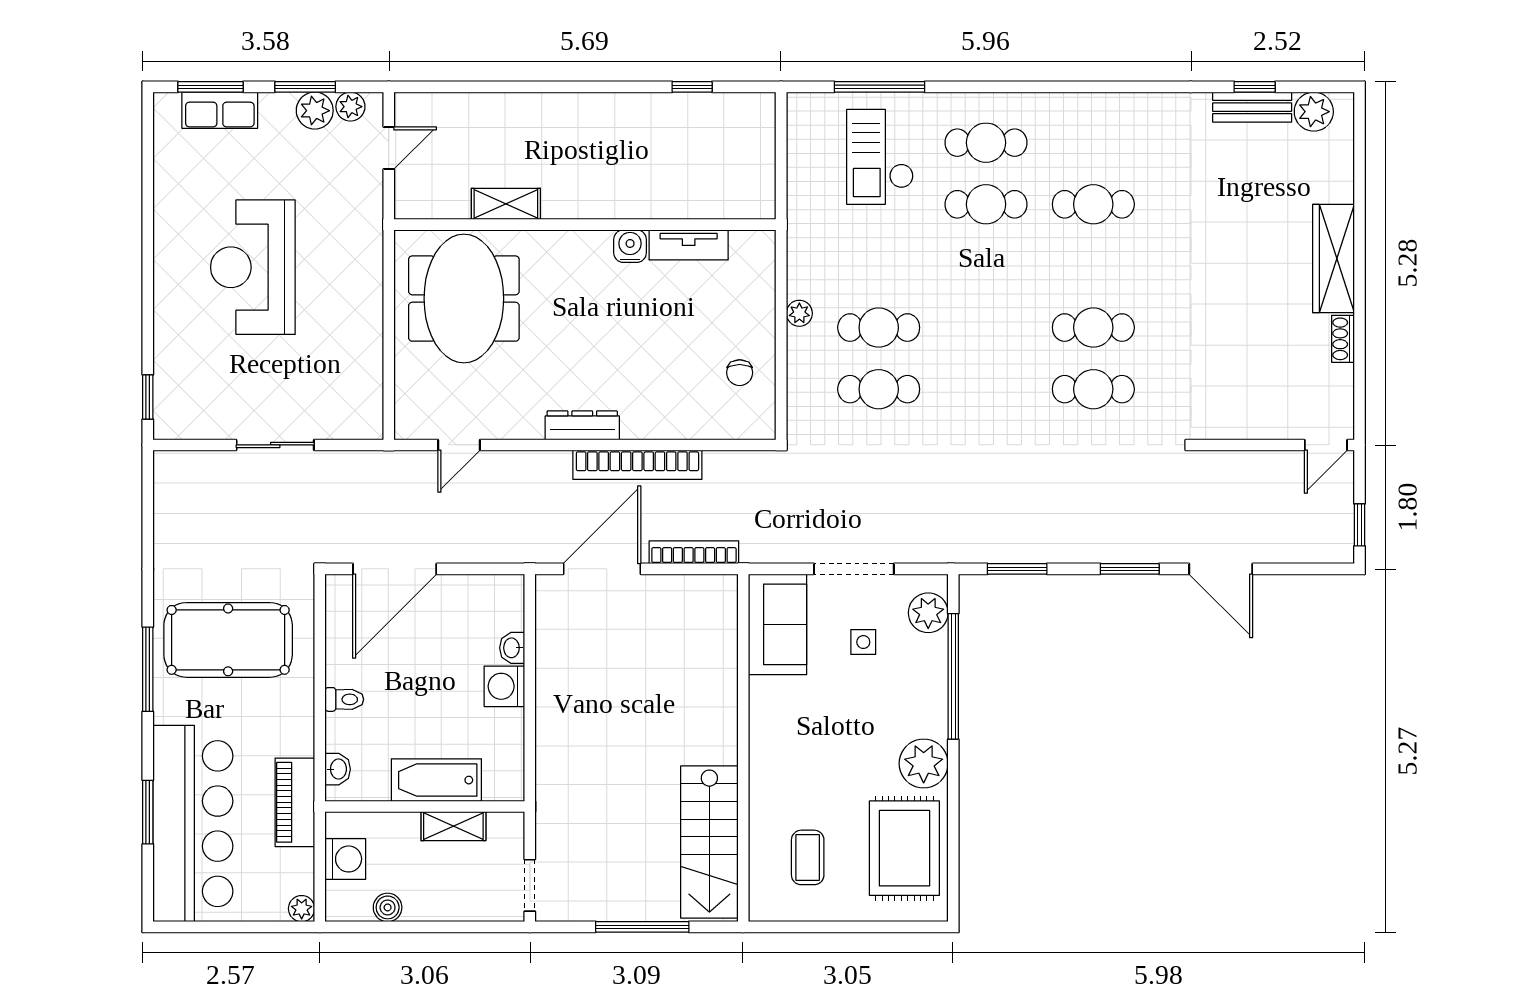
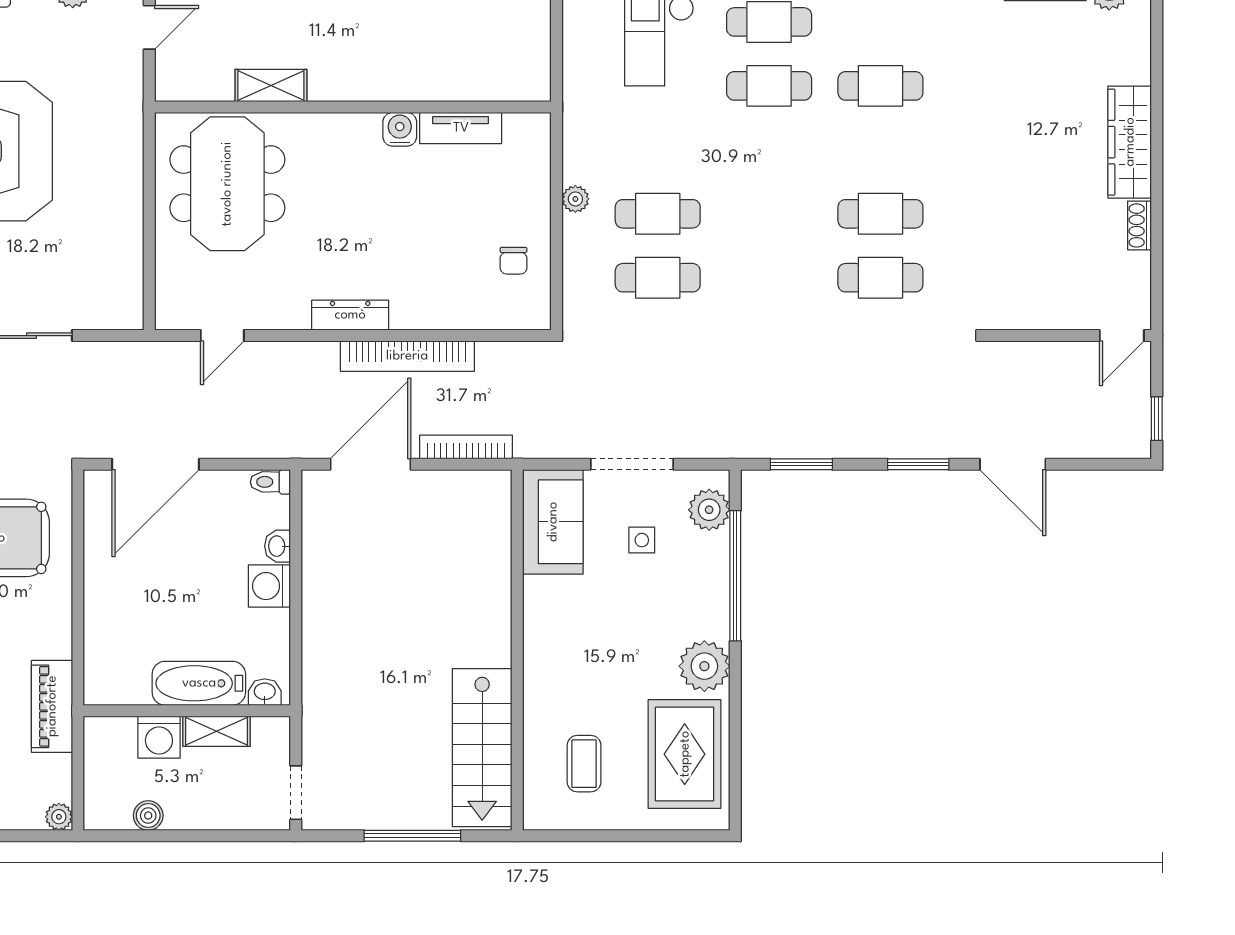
toilet: (344, 699) -> (270, 482), moved, turned 180
washbasin: (338, 769) -> (265, 692), moved, turned -90
washing machine: (345, 859) -> (159, 737), moved, turned 90

